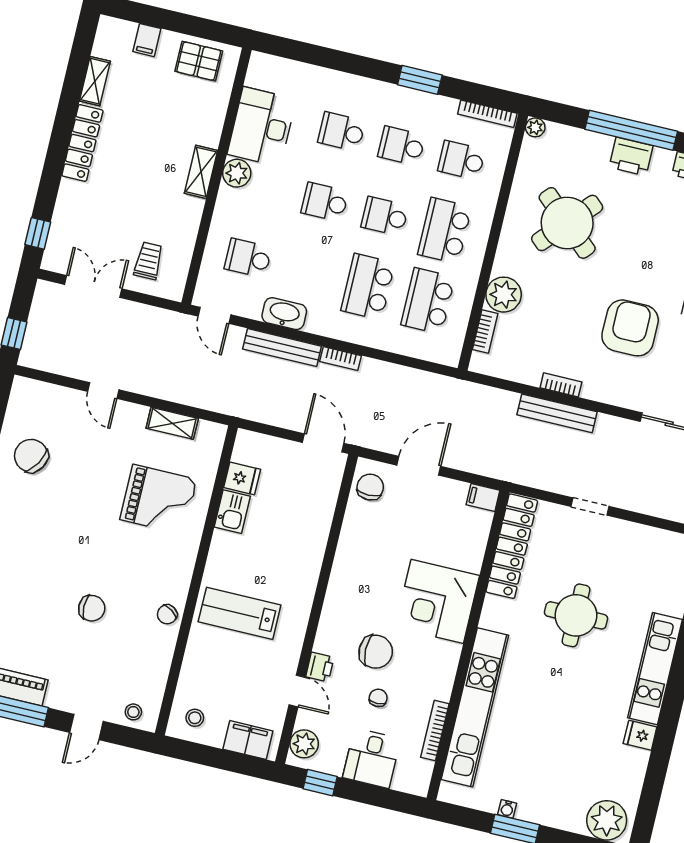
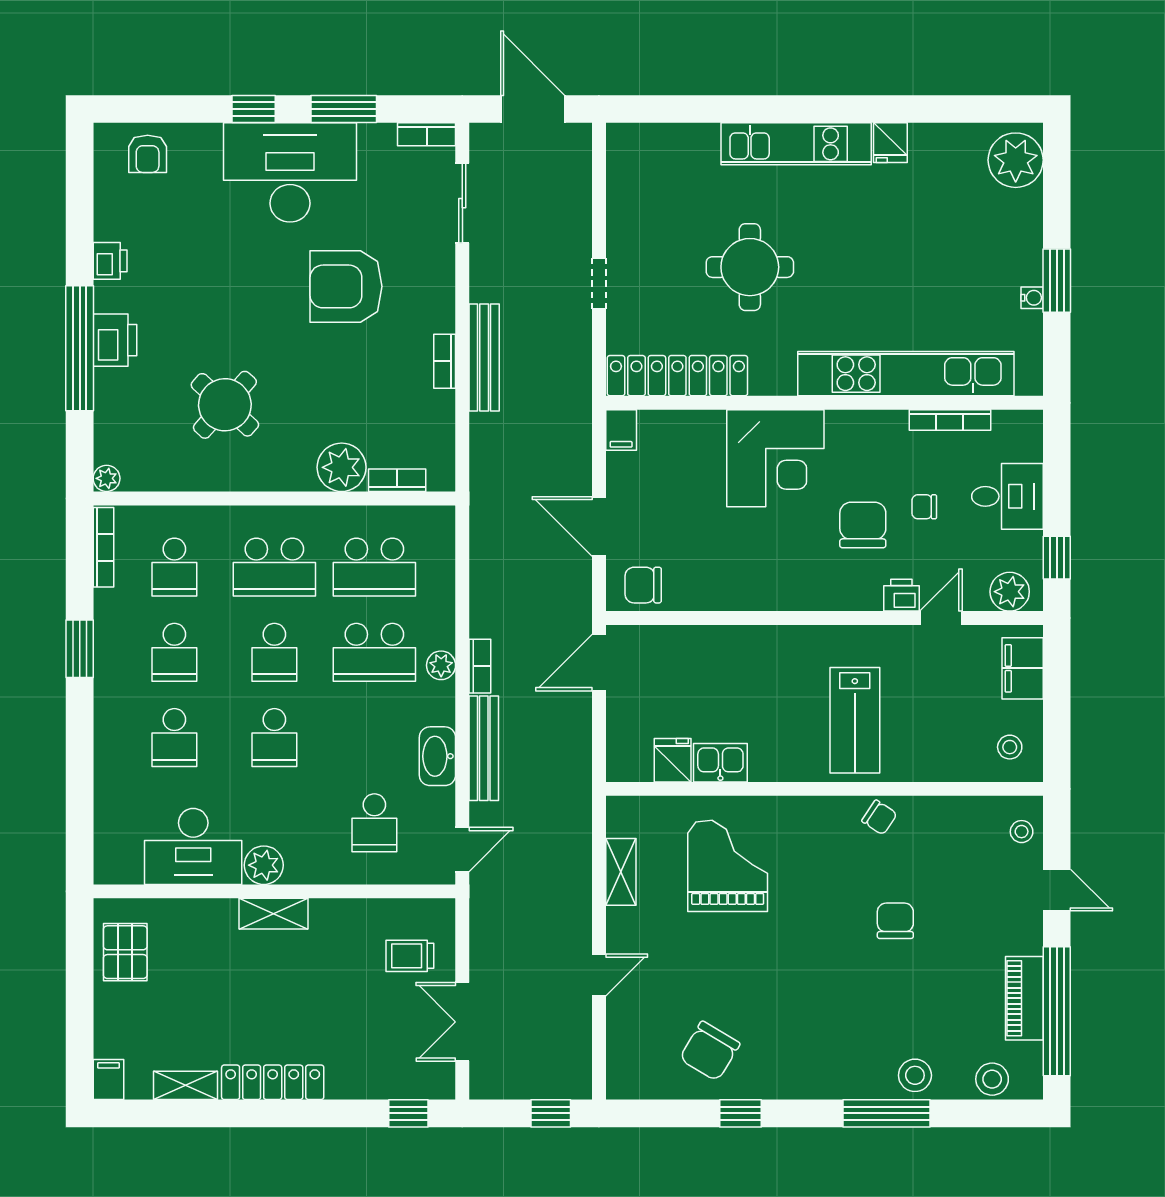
filing cabinet: (147, 40) -> (108, 1080), moved, turned -90
round table: (567, 223) -> (225, 405), width x0.73, depth x0.73
plant: (348, 331) -> (441, 665), added

